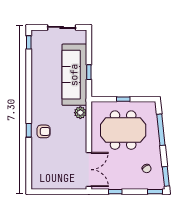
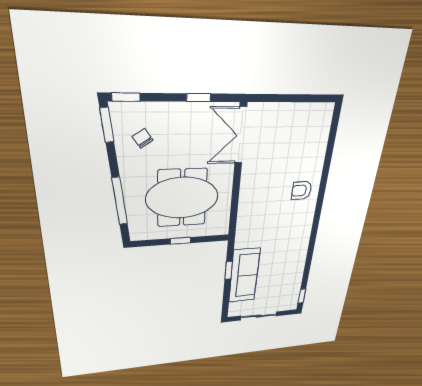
sofa: (74, 75) -> (244, 276), width x0.74, depth x0.79
plant: (80, 113) -> (246, 219), removed
window: (29, 130) -> (322, 191), removed

